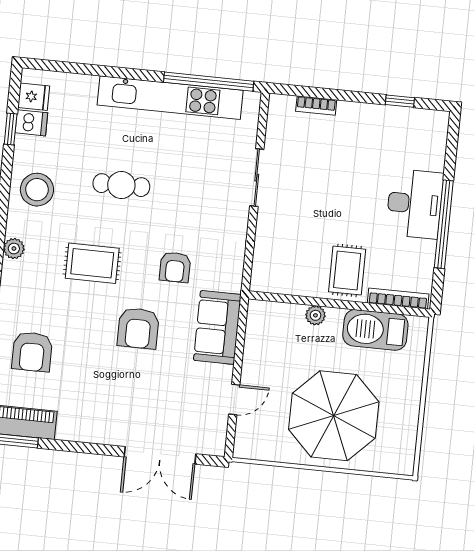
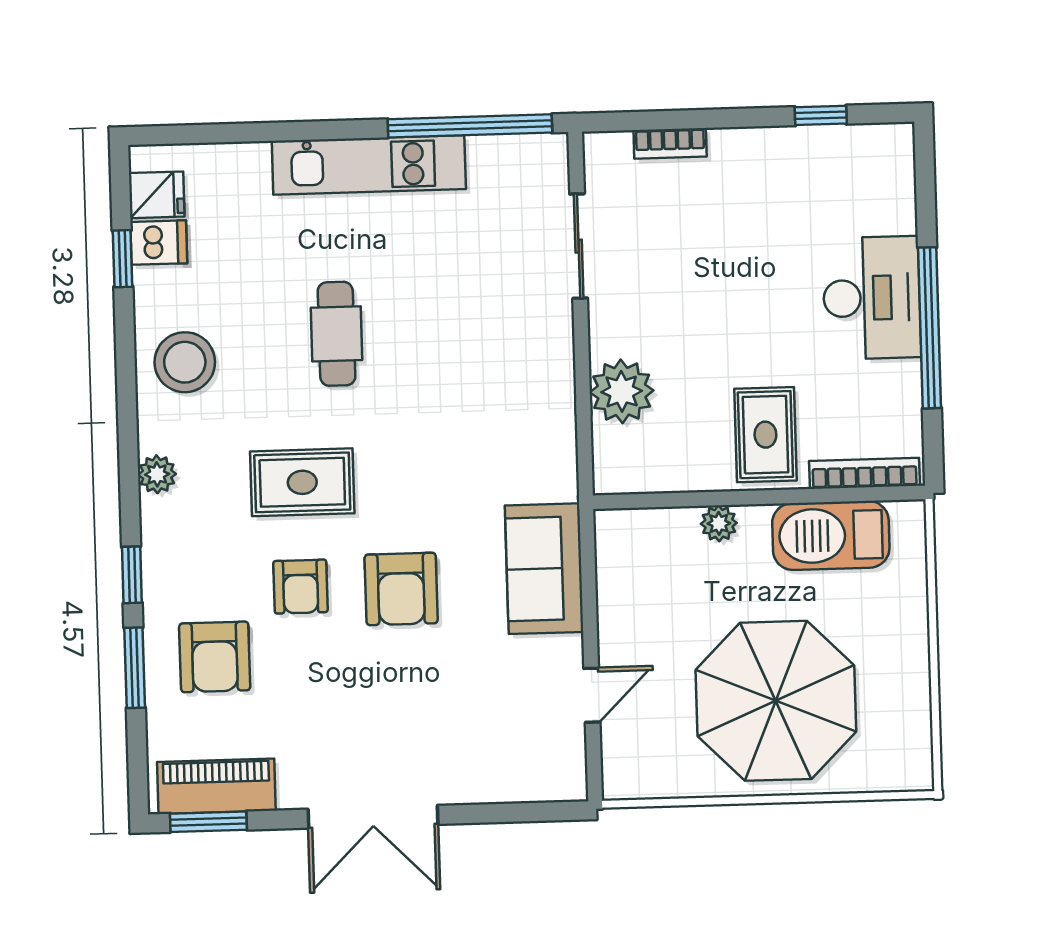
kitchen unit: (170, 98) -> (369, 165), width x0.73
sliding door: (257, 178) -> (579, 246), moved
cafe table: (121, 185) -> (337, 334), turned 90
plant: (272, 237) -> (622, 391), added
armchair: (175, 267) -> (300, 587), moved
double door: (160, 455) -> (373, 817), moved

